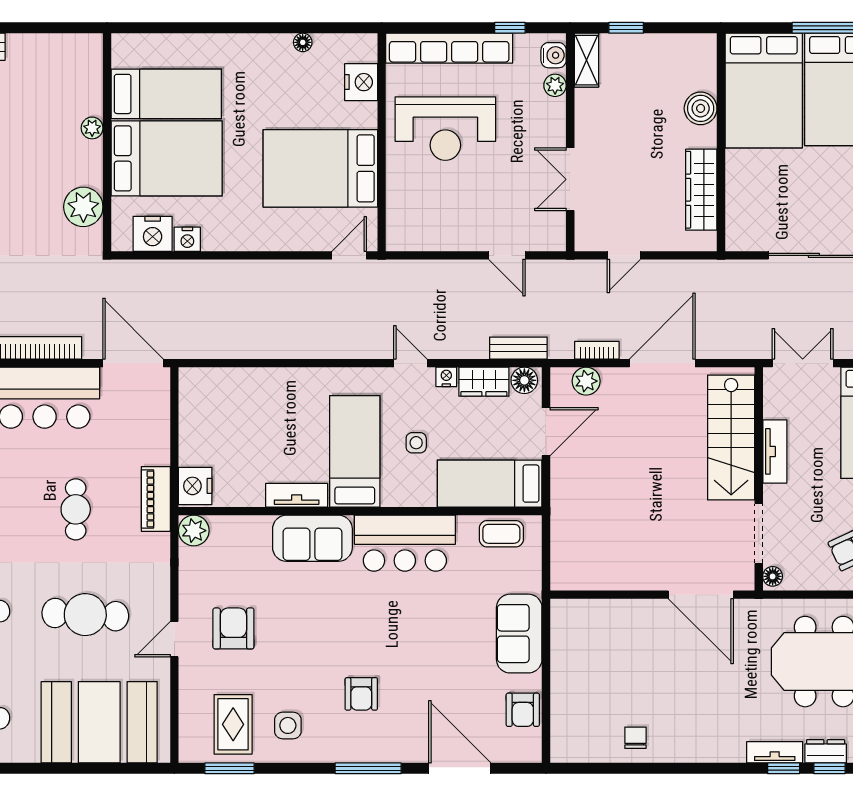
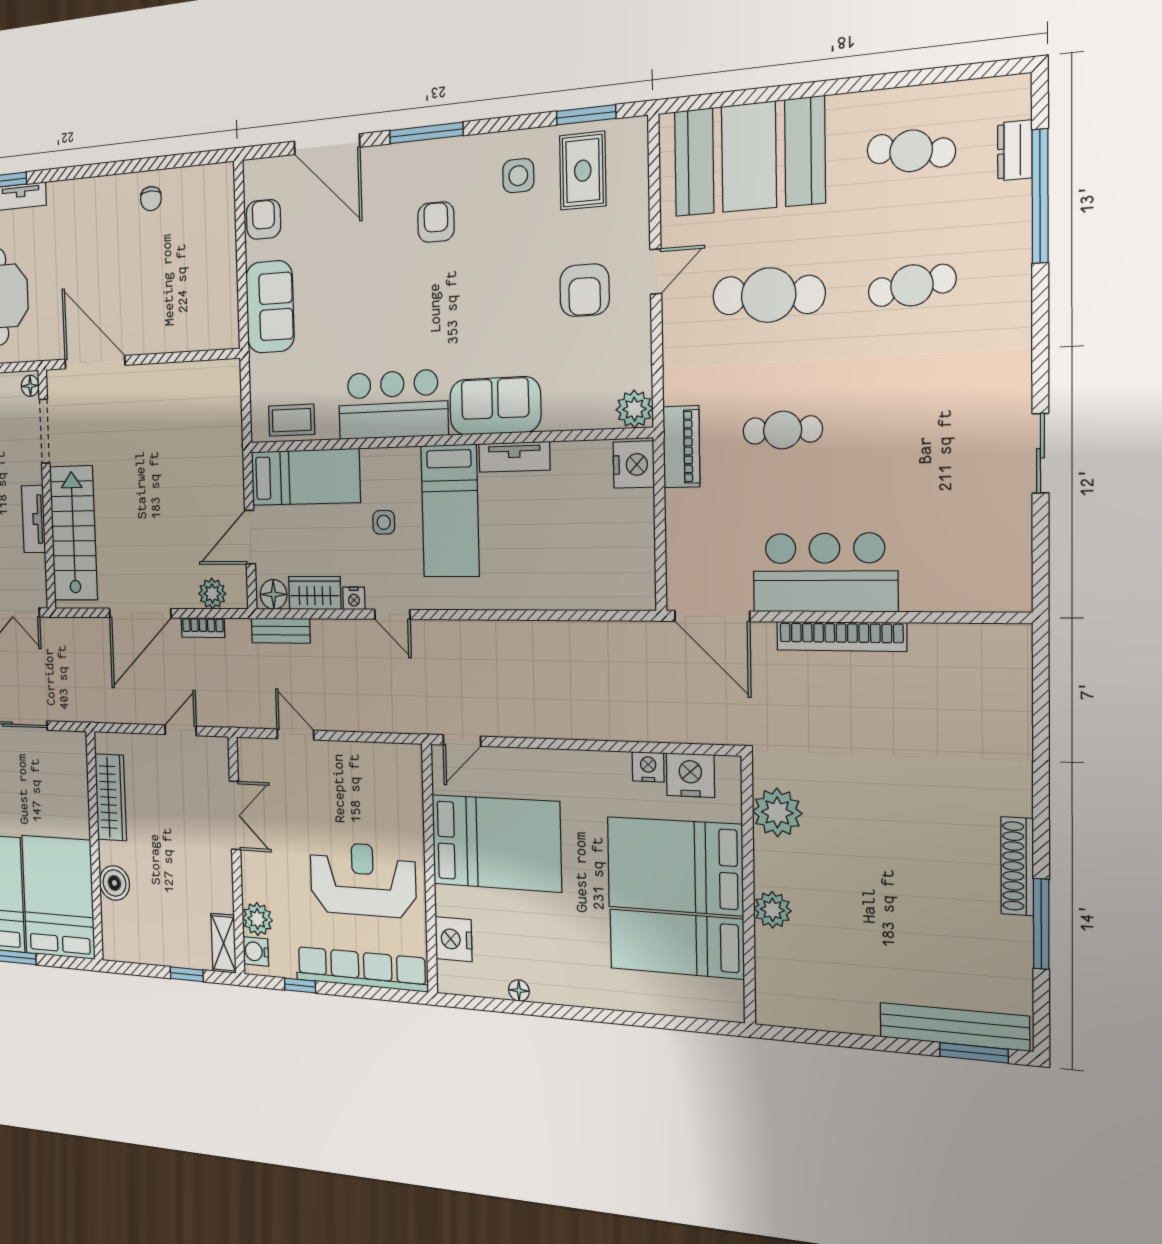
plant: (555, 85) -> (257, 919), width x1.38, depth x1.38
plant: (92, 128) -> (772, 910), width x1.38, depth x1.38
cafe table: (76, 509) -> (783, 430), turned 90

